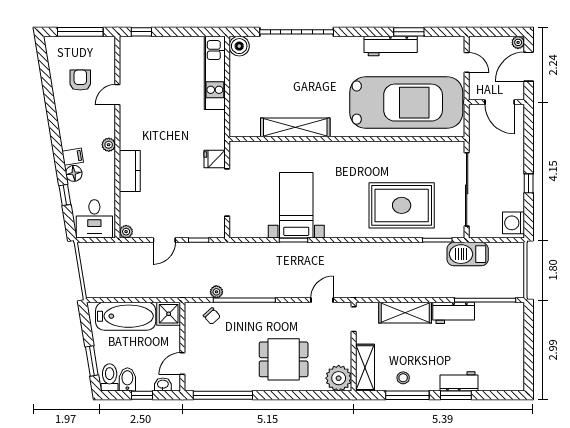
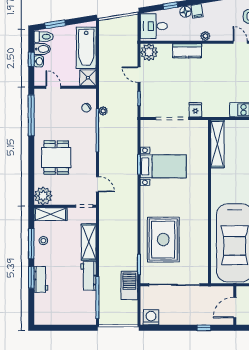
shelving: (295, 127) -> (217, 144), moved
window: (529, 183) -> (204, 328), moved
plant: (126, 232) -> (149, 52), width x1.88, depth x1.88
washbasin: (163, 385) -> (39, 61), moved

